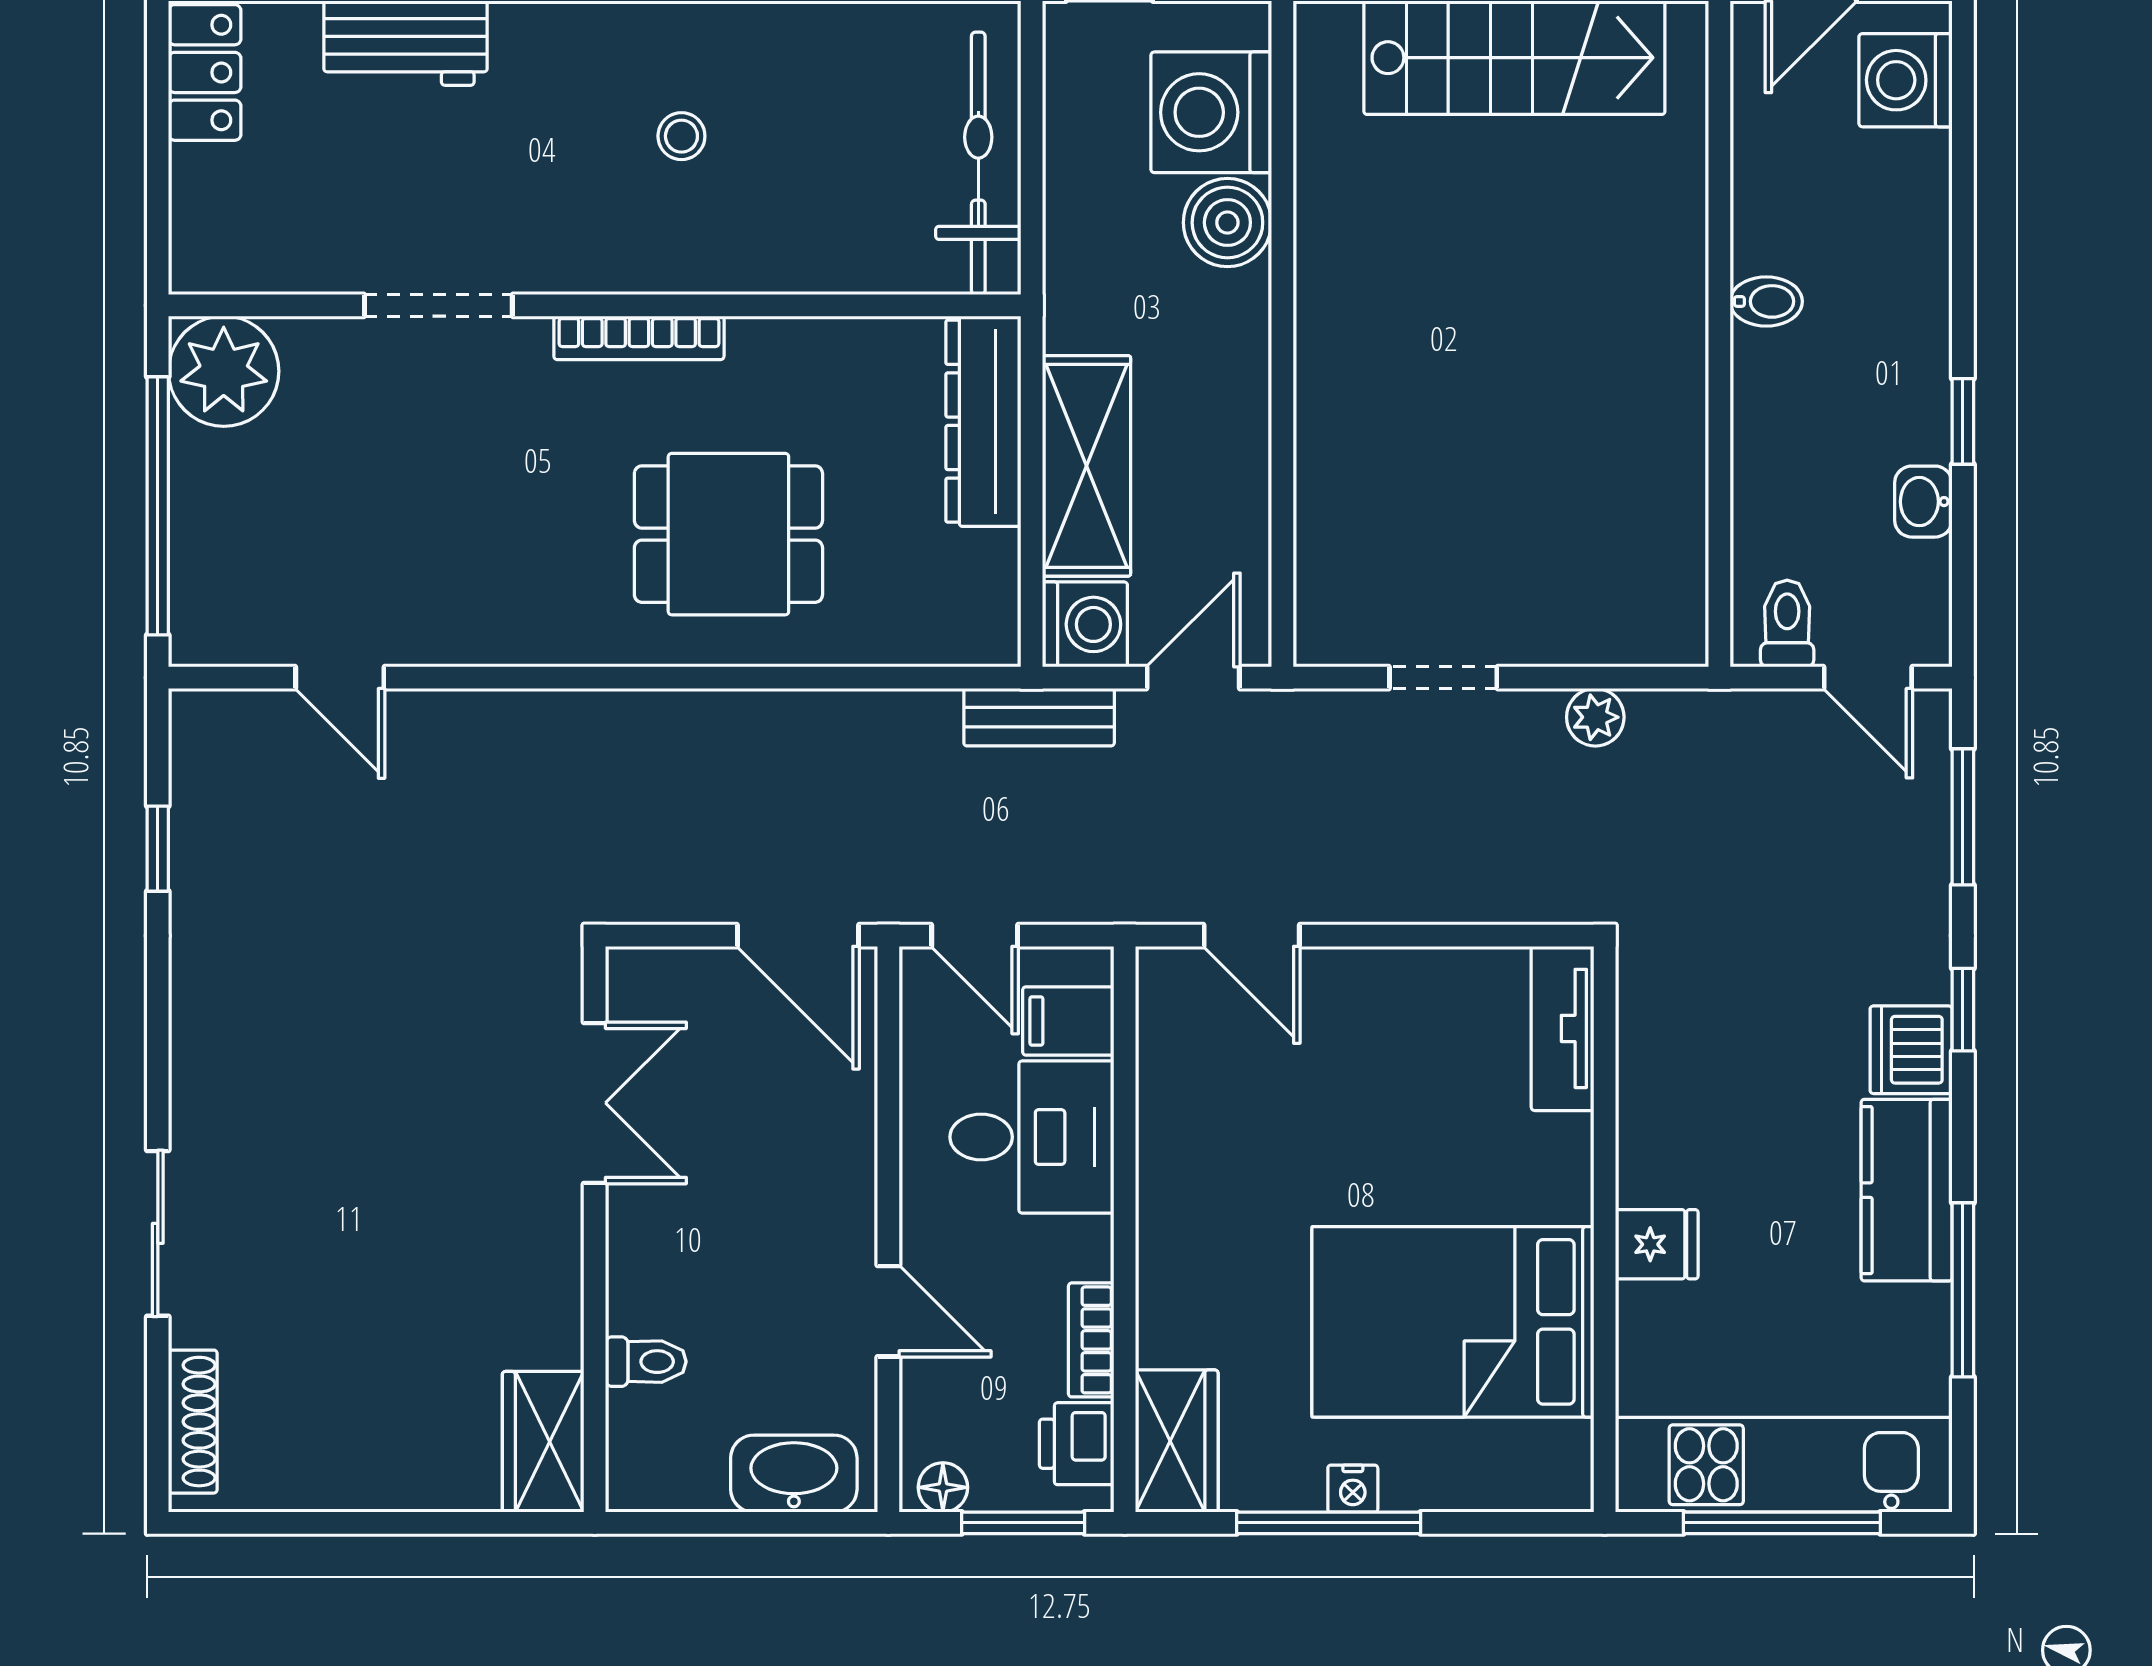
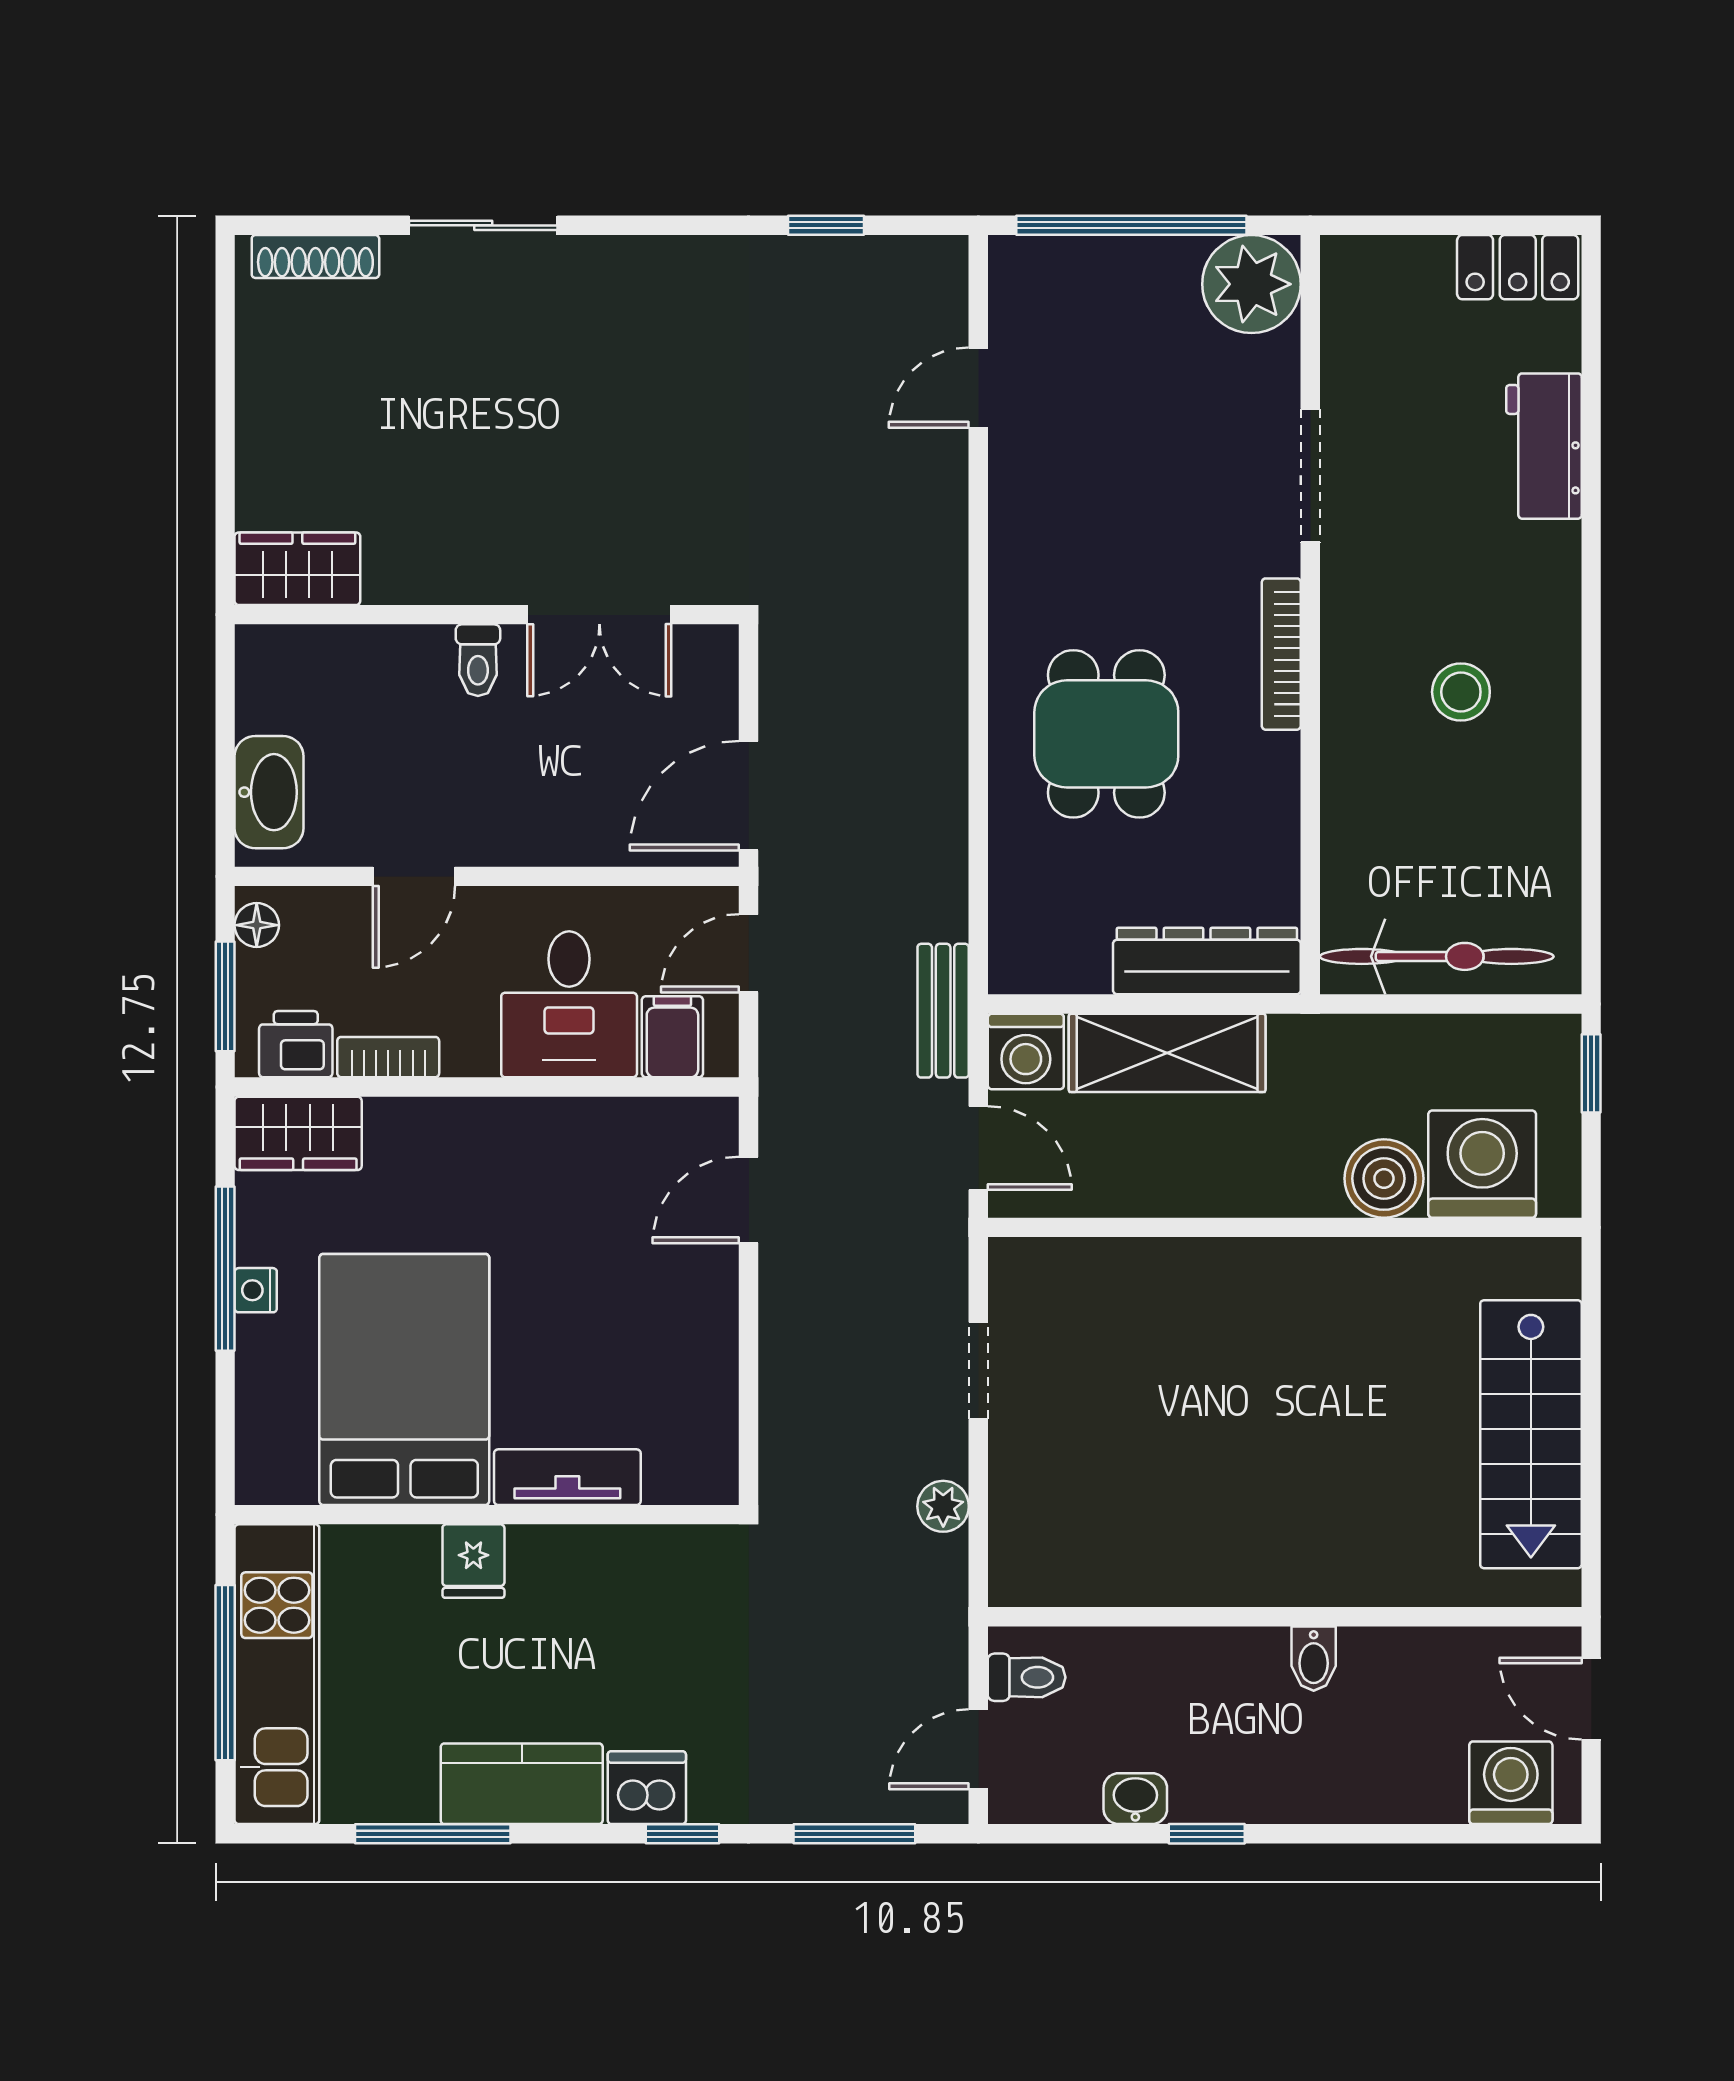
stool: (681, 136) -> (1461, 692), width x1.37, depth x1.37
tv unit: (1563, 1028) -> (567, 1477), moved
toilet: (646, 1362) -> (478, 660), moved

